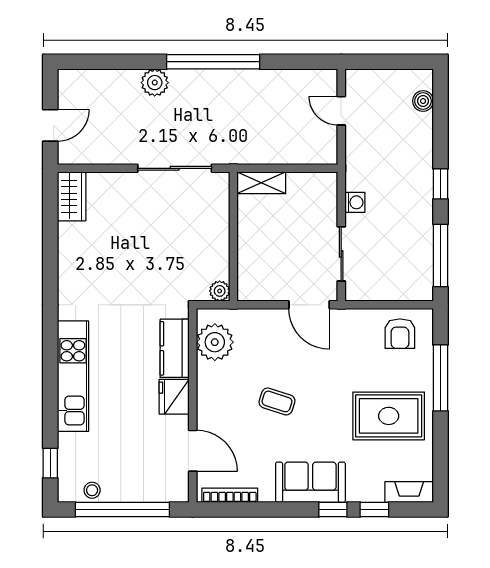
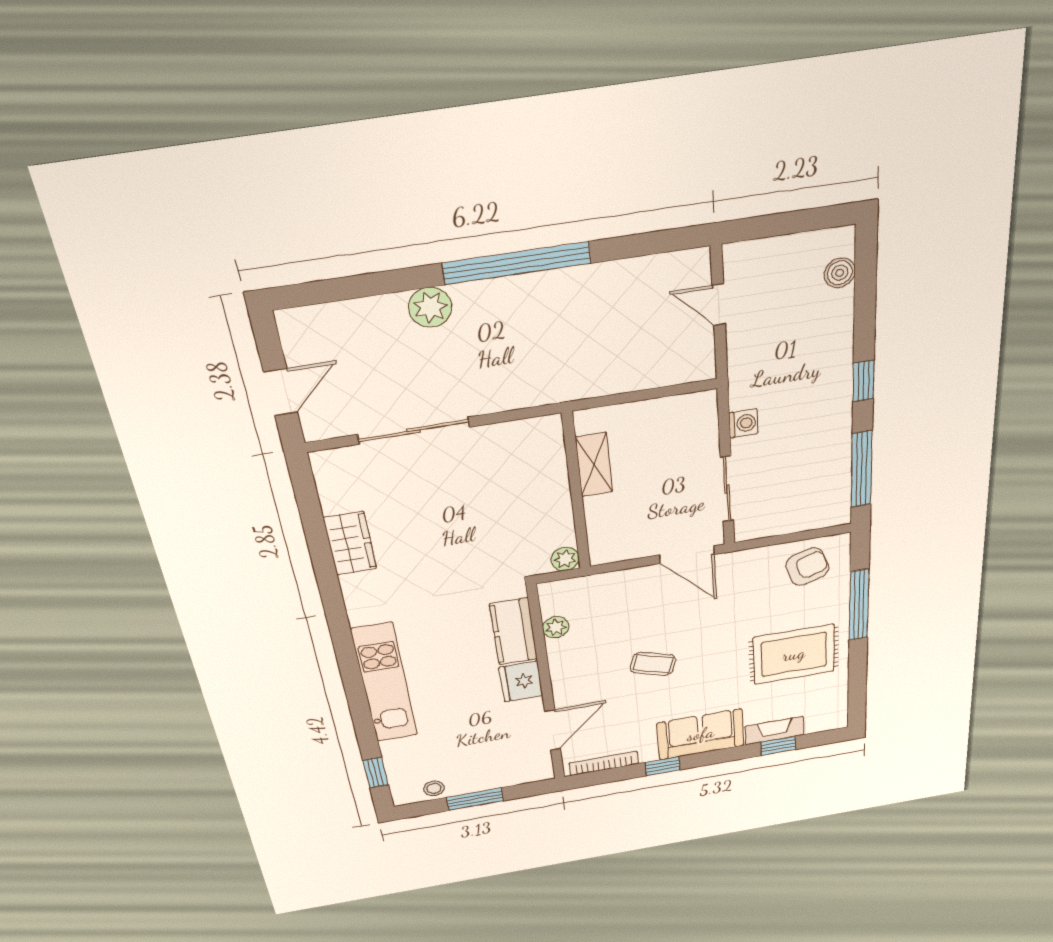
sliding door: (175, 168) -> (414, 431), moved
shelving: (261, 183) -> (594, 465), moved, turned 90
wardrobe: (72, 196) -> (350, 543), moved
armchair: (400, 334) -> (807, 567), turned -109
plant: (215, 342) -> (556, 627), width x0.53, depth x0.53
door: (193, 451) -> (553, 730), hinge flipped
fireplace: (409, 492) -> (774, 731), moved
window: (122, 510) -> (475, 799), width x0.47
window: (333, 510) -> (663, 766), moved

